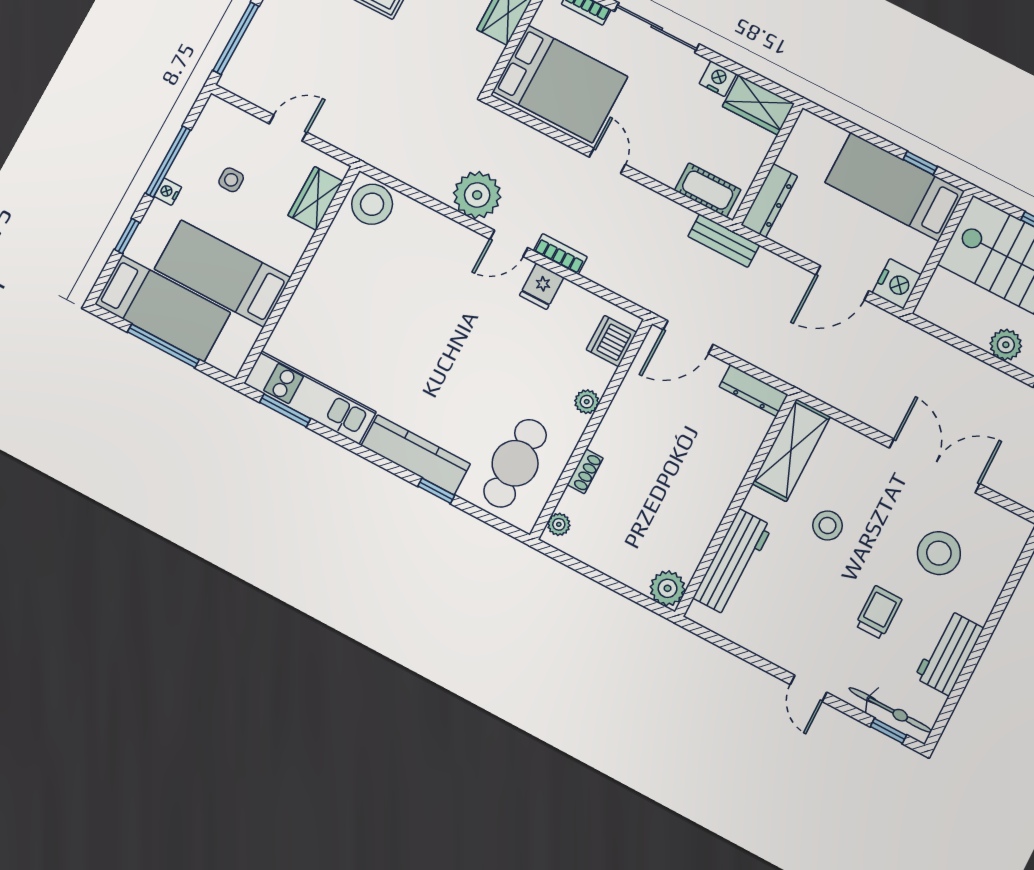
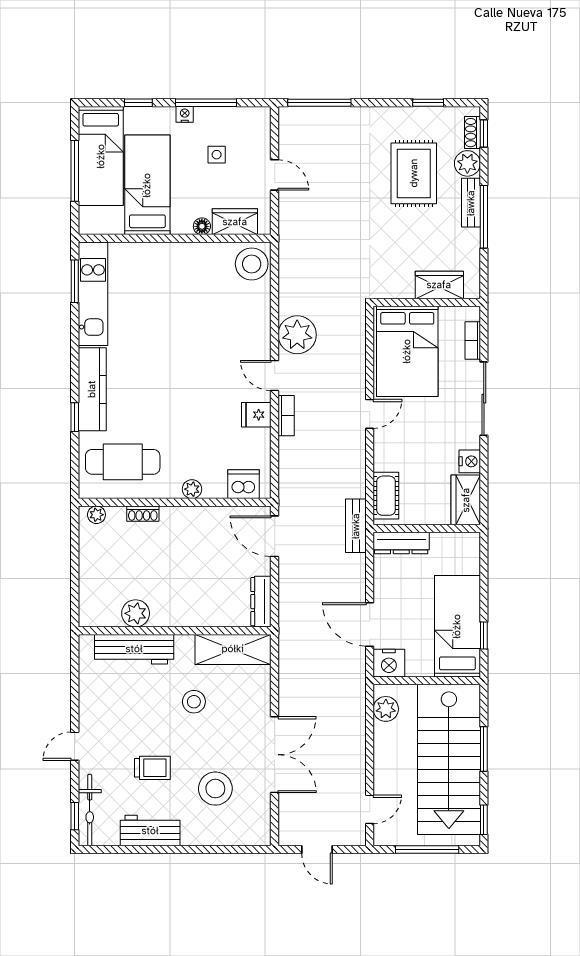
floor lamp: (301, 237) -> (202, 226), added
plant: (1006, 345) -> (386, 709), moved
plant: (668, 588) -> (136, 613), moved

